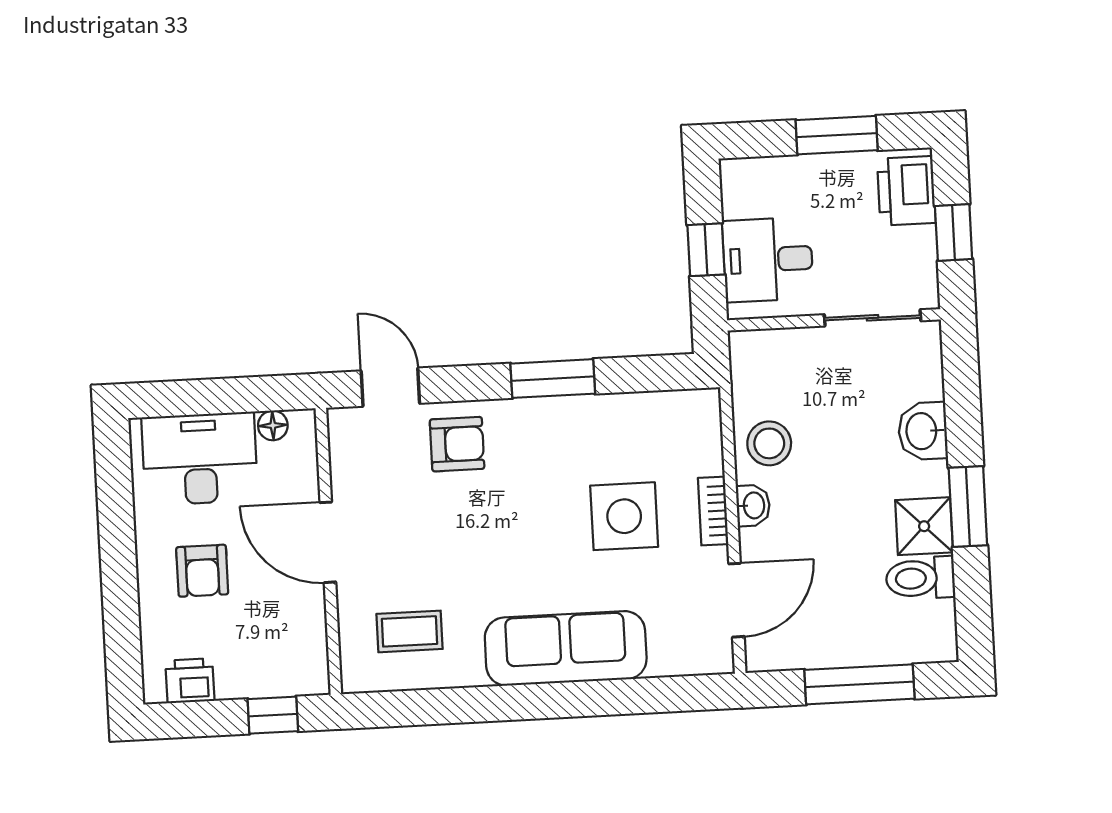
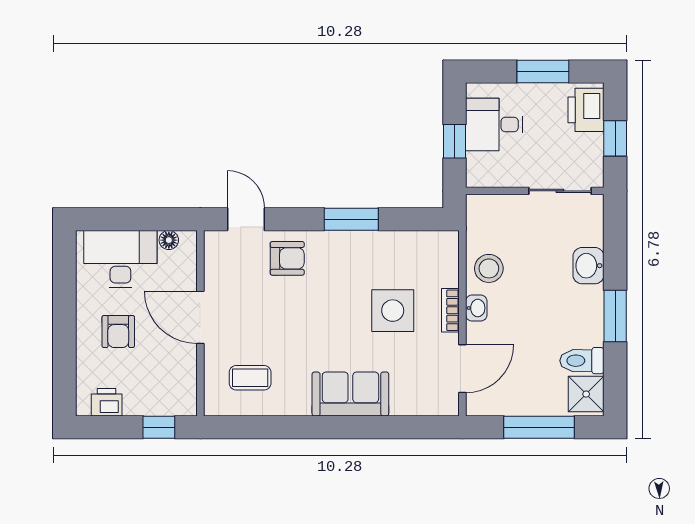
desk: (768, 260) -> (494, 124), moved
shower: (924, 526) -> (586, 394), moved
sofa: (566, 648) -> (350, 394), width x0.73

